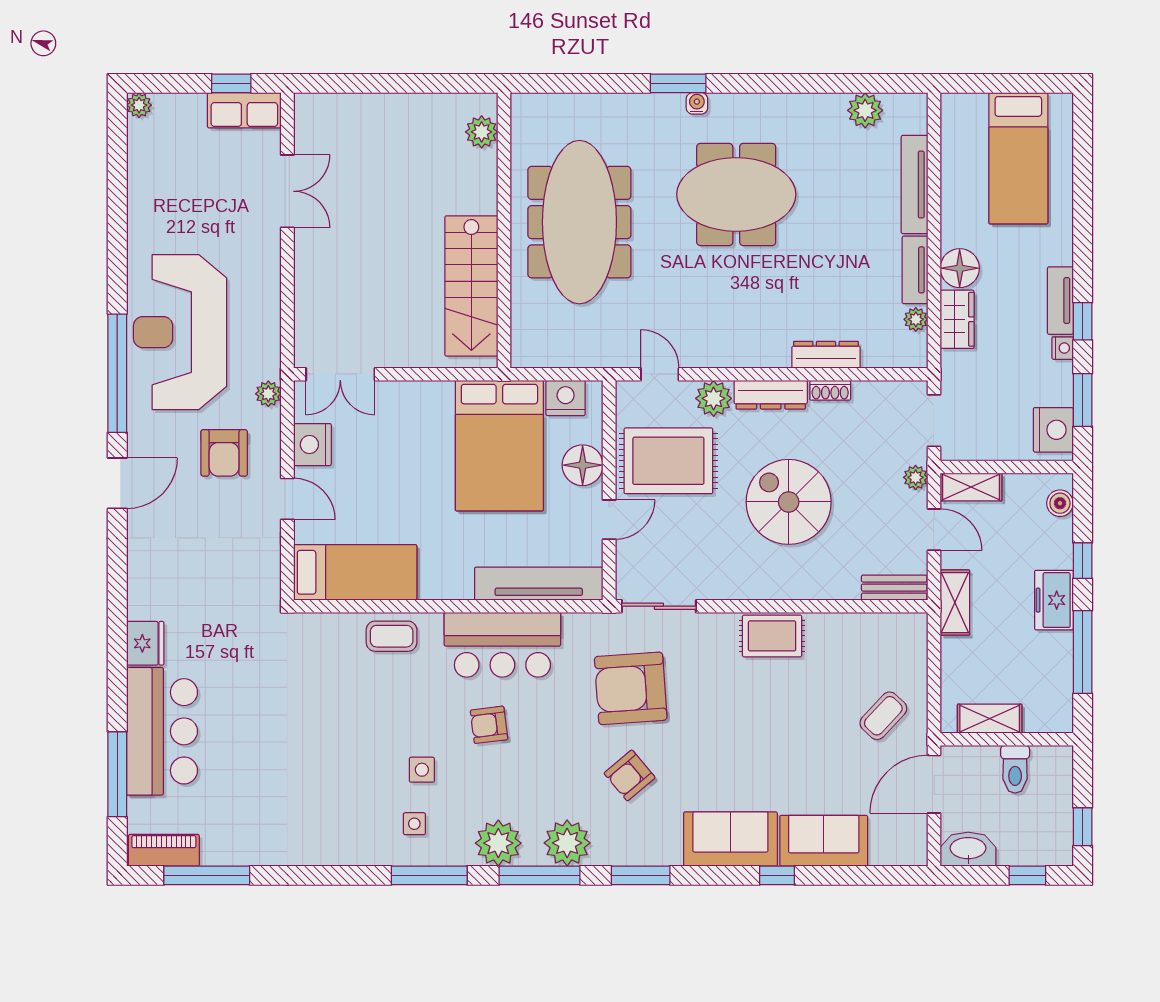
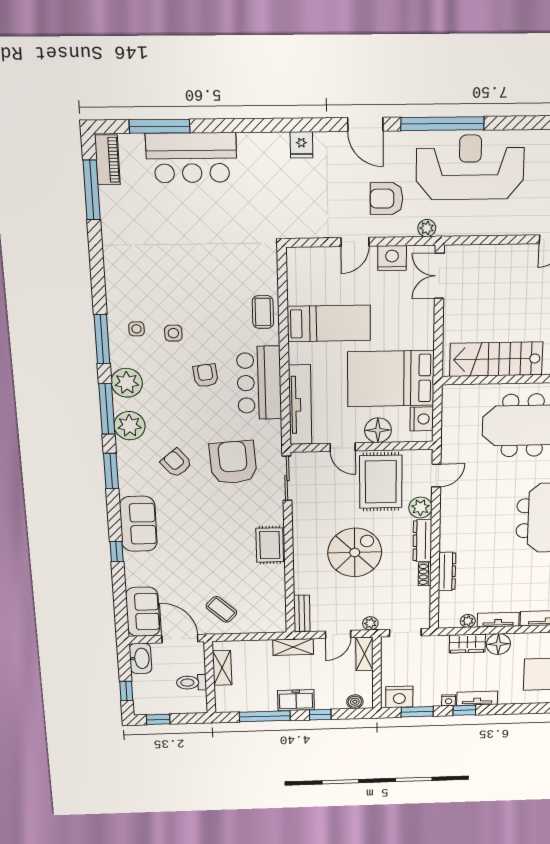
bed: (355, 572) -> (329, 323), moved, turned -90
fridge: (145, 643) -> (301, 145), moved, width x0.72
sofa: (824, 841) -> (143, 612), moved

